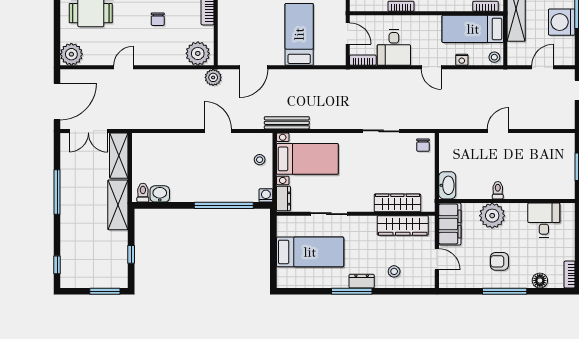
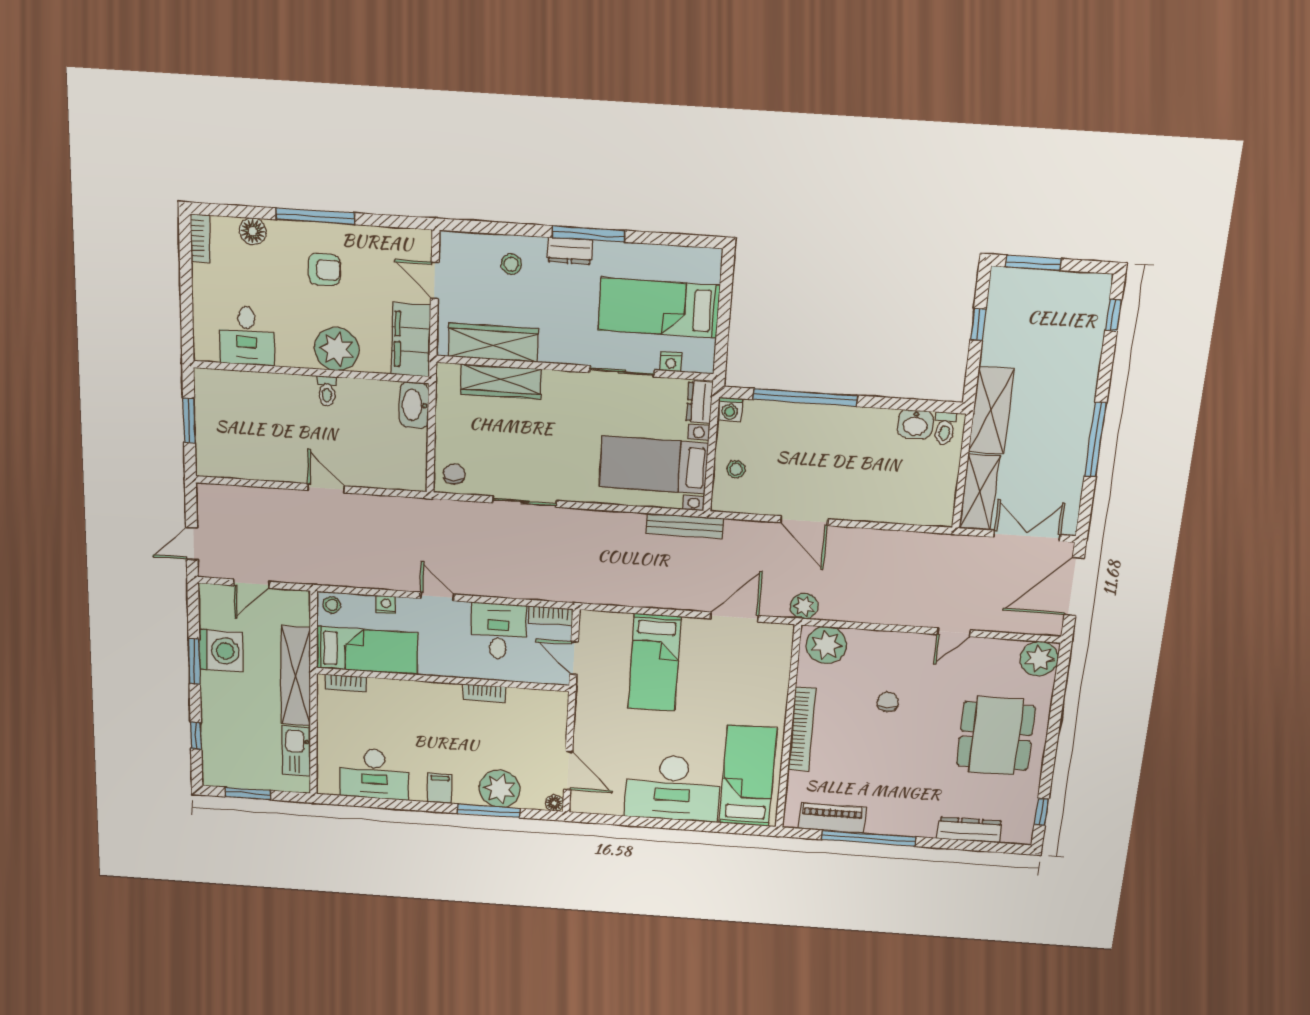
door: (498, 131) -> (326, 488), swing flipped
nightstand: (301, 221) -> (671, 362), added

